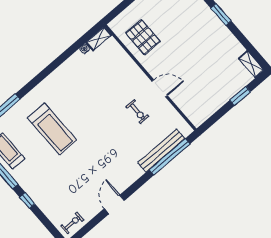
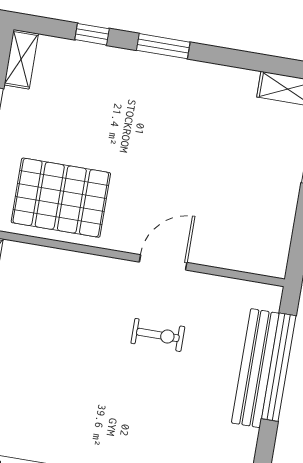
pallet: (143, 37) -> (61, 198), width x1.37, depth x1.41

